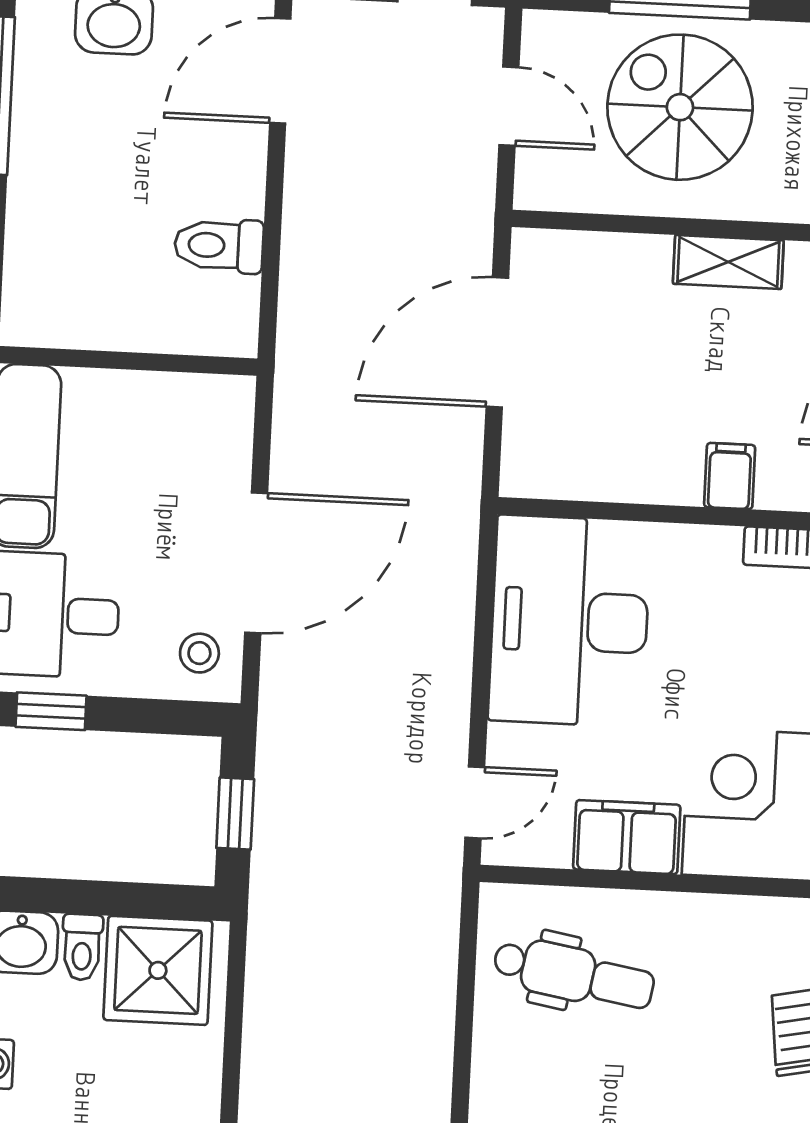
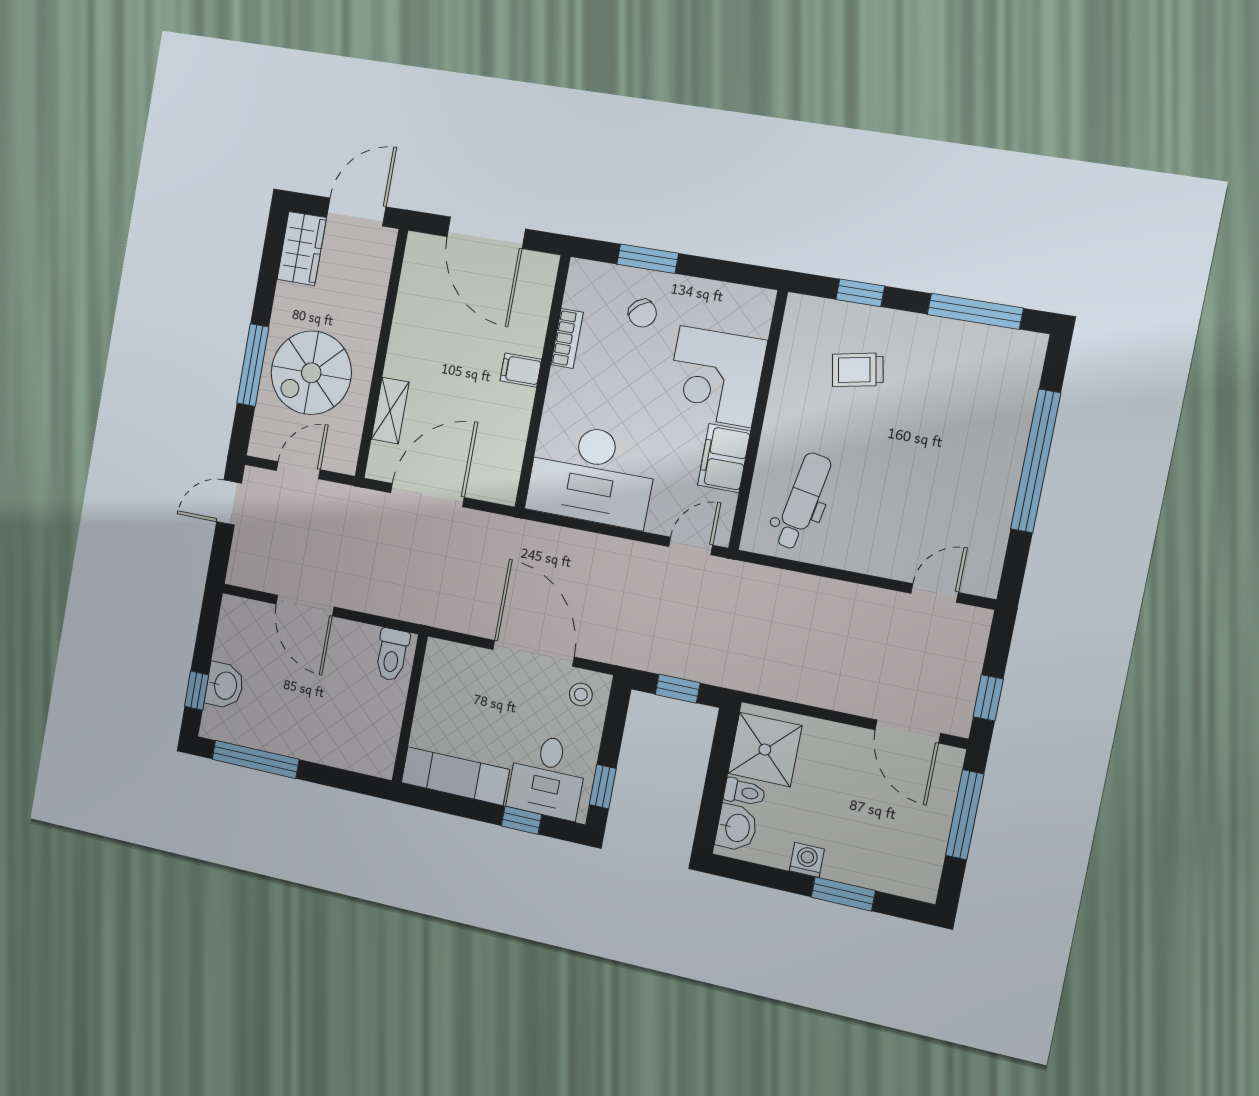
door: (280, 71) -> (305, 605), moved
toilet: (219, 246) -> (392, 655), moved
shelving: (728, 262) -> (390, 411), moved
door: (497, 342) -> (427, 495), swing flipped
door: (475, 802) -> (691, 546), hinge flipped

